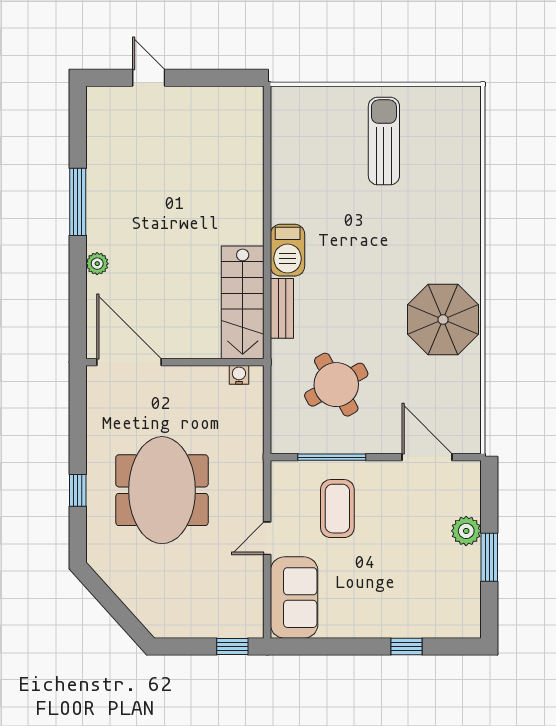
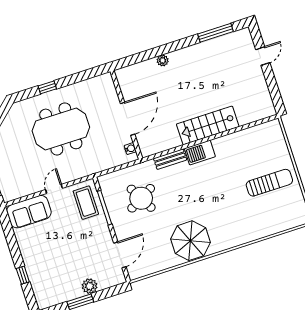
window: (78, 202) -> (215, 33), moved
stairs: (243, 302) -> (208, 125), moved
door: (129, 362) -> (128, 119), moved
coffee table: (337, 509) -> (86, 203), moved, turned 90
door: (267, 538) -> (54, 189), hinge flipped

